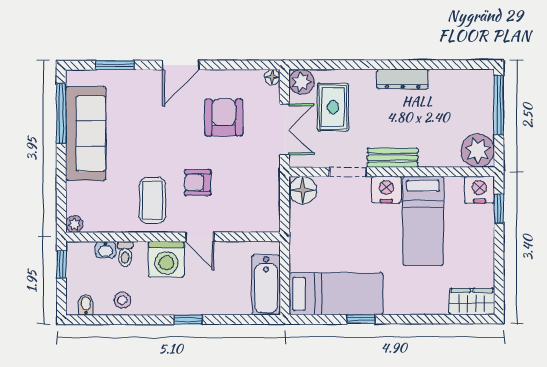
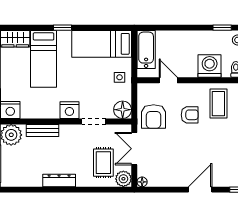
armchair: (224, 117) -> (154, 117), moved
bench: (393, 158) -> (43, 130), moved
bed: (423, 221) -> (44, 59), moved, turned 180
door: (200, 237) -> (168, 80), moved
side table: (308, 241) -> (120, 77), added
window: (361, 319) -> (63, 28), moved
window: (188, 320) -> (222, 28), moved

